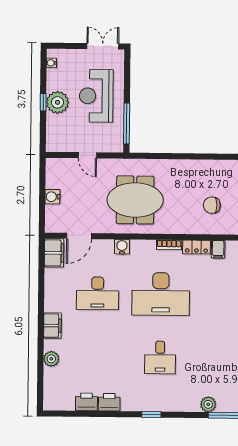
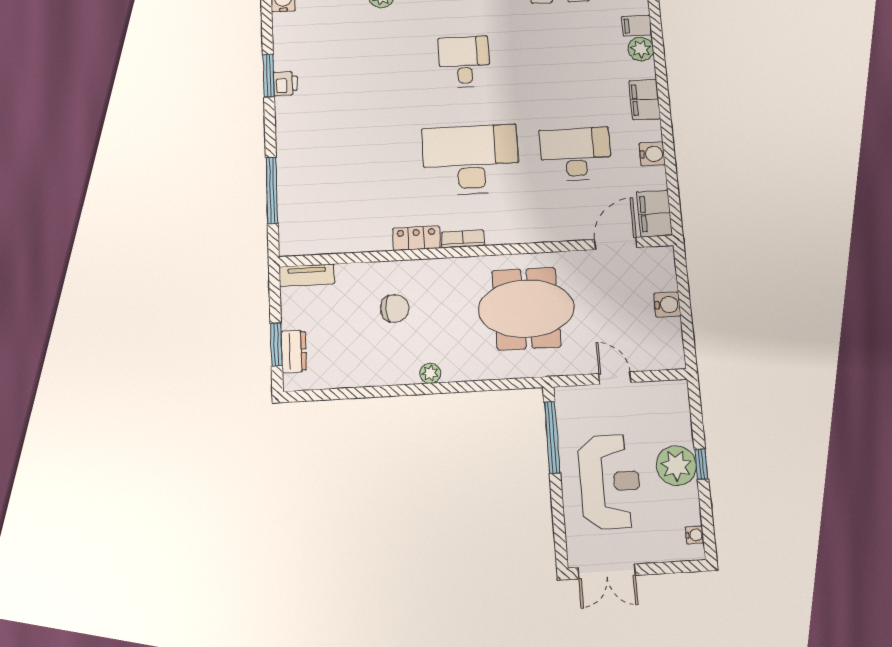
plant: (194, 165) -> (430, 373), added
water cooler: (122, 247) -> (652, 154), moved, turned -90
filing cabinet: (218, 249) -> (637, 26), moved, turned -90

